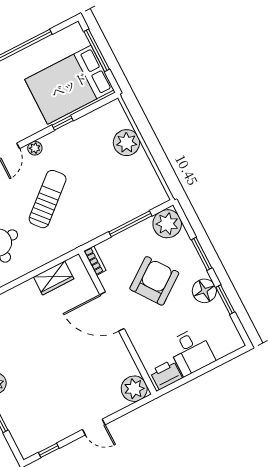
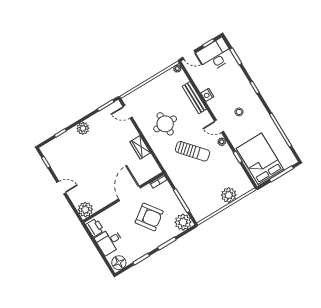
wardrobe: (54, 278) -> (140, 147), moved
floor lamp: (204, 291) -> (119, 263), moved
door: (94, 427) -> (61, 188), swing flipped

